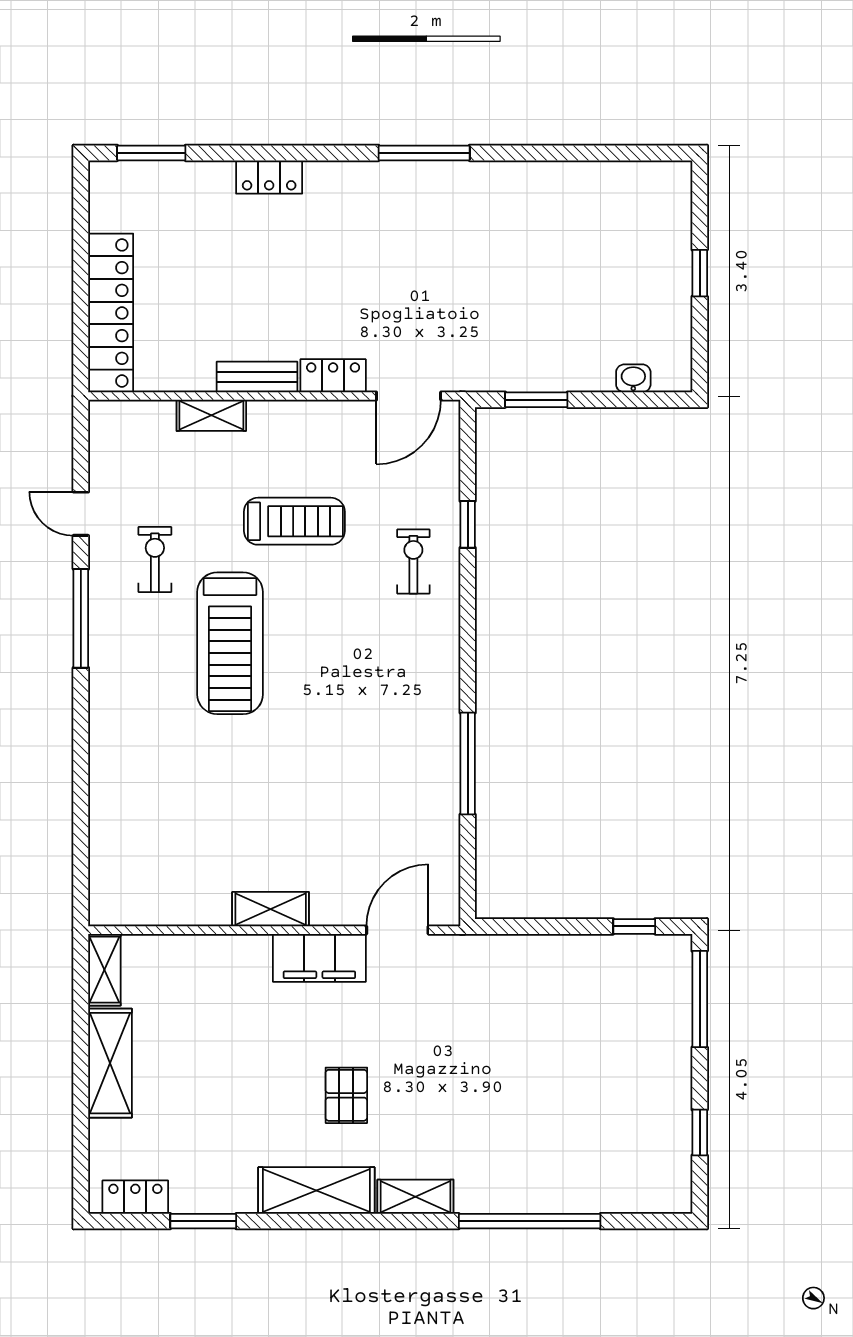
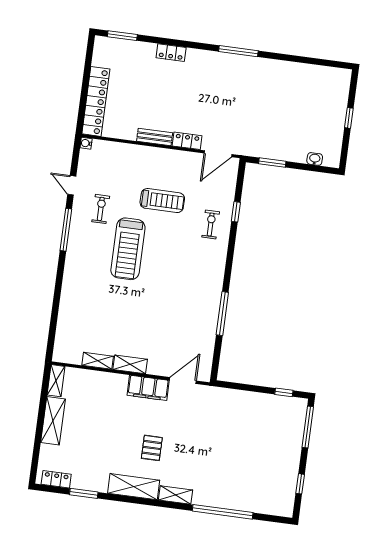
water cooler: (101, 412) -> (86, 143), added
shelving: (211, 415) -> (98, 361), moved

